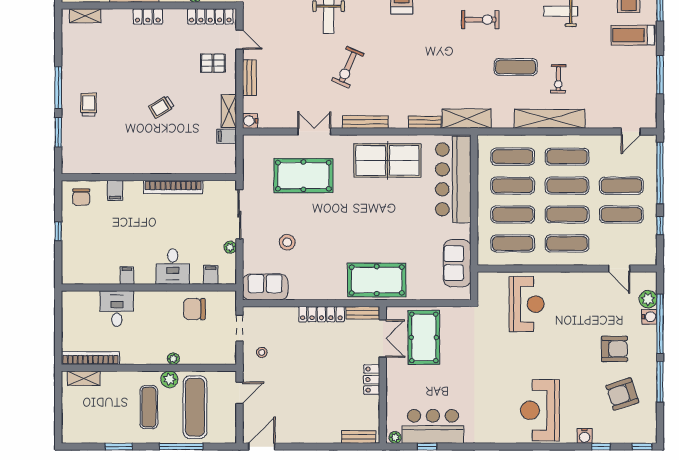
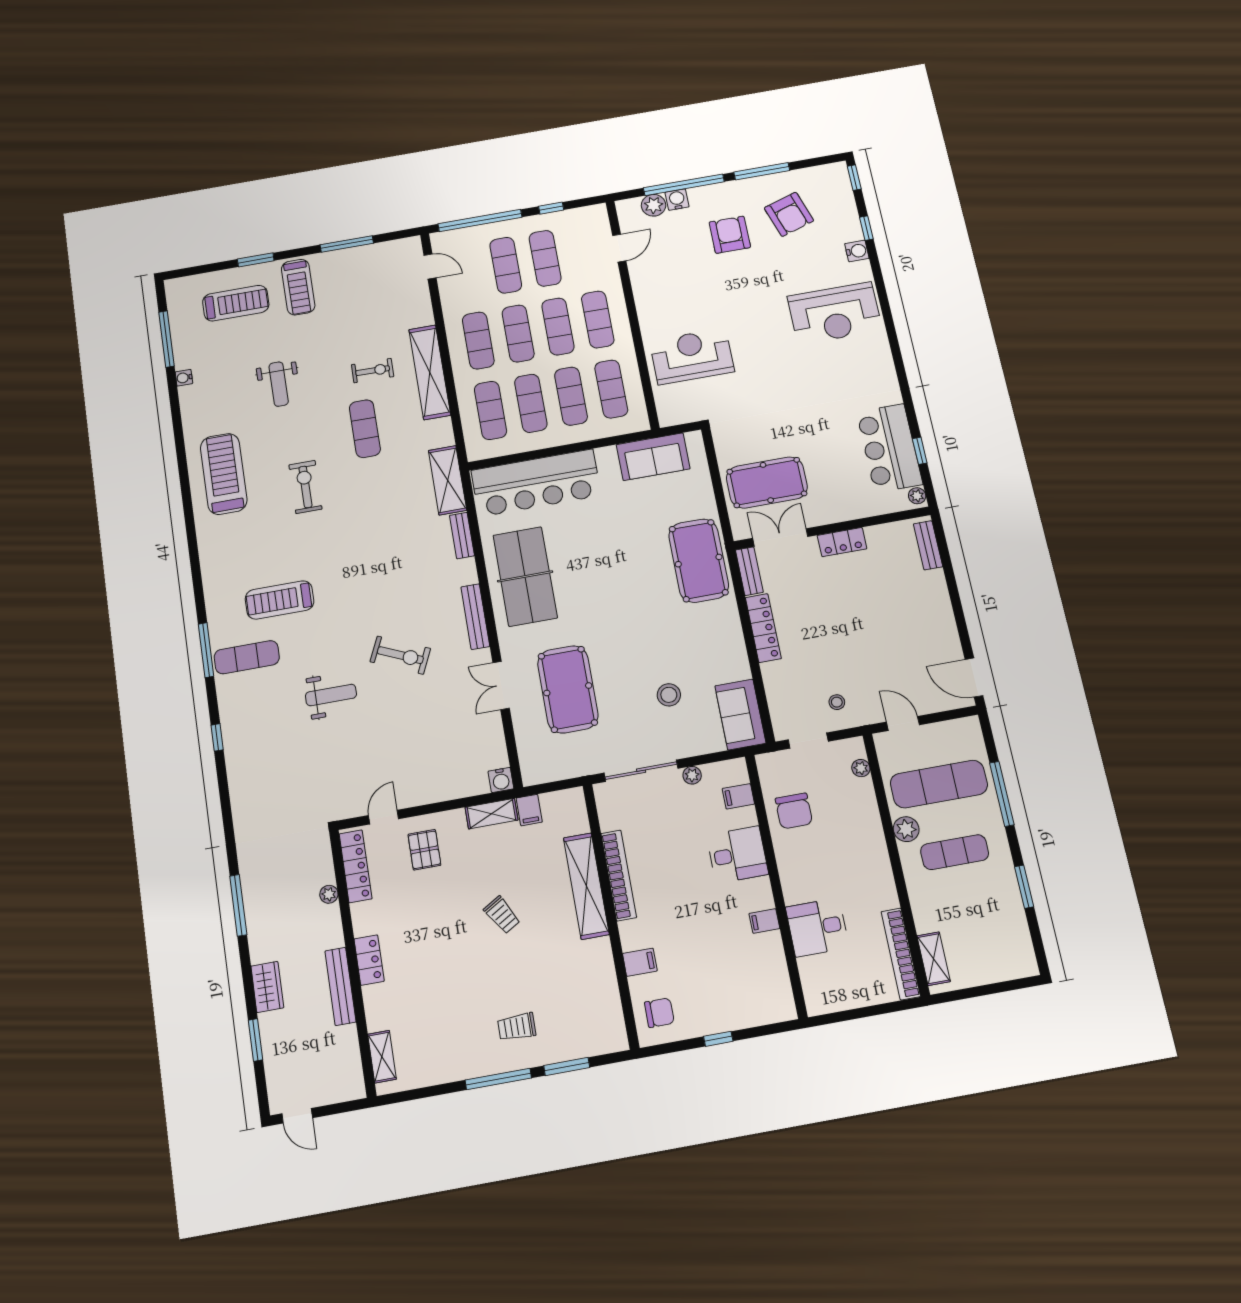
bench: (249, 78) -> (437, 792), removed
shelving: (170, 165) -> (586, 886), added
plant: (173, 359) -> (861, 768), moved

